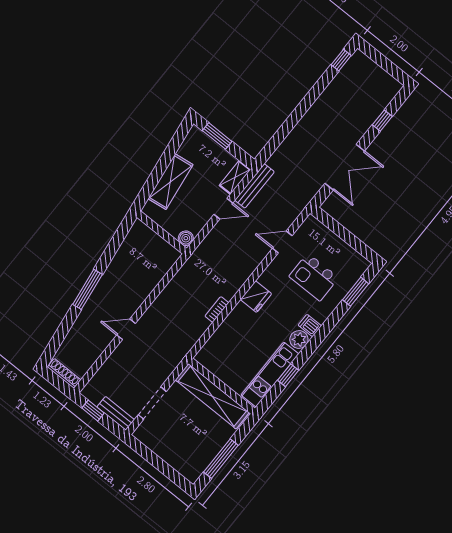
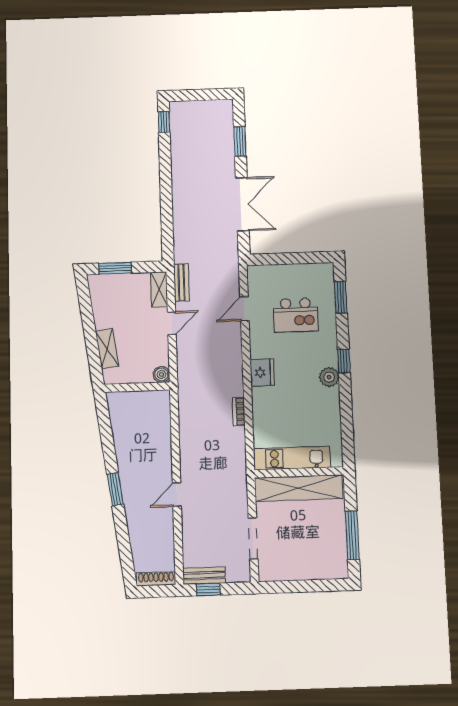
window: (382, 121) -> (240, 141), width x1.50
shelving: (170, 182) -> (107, 349), width x0.67, depth x0.75
bench: (255, 186) -> (181, 282), width x0.73
window: (88, 289) -> (115, 489), width x0.69
dishwasher: (310, 326) -> (328, 358), removed
kitchen unit: (270, 375) -> (292, 458), moved, turned 90
window: (288, 375) -> (344, 361), moved
bench: (116, 413) -> (204, 576), moved

